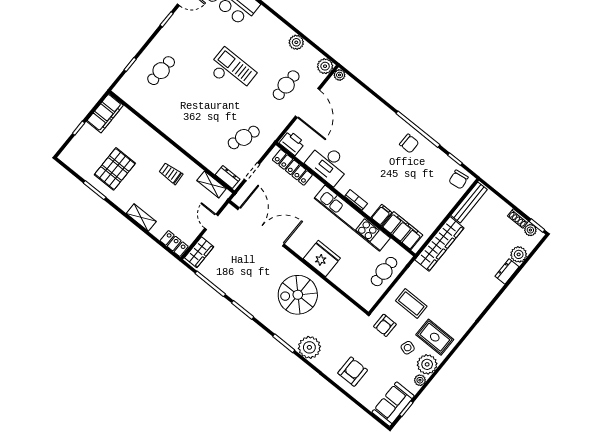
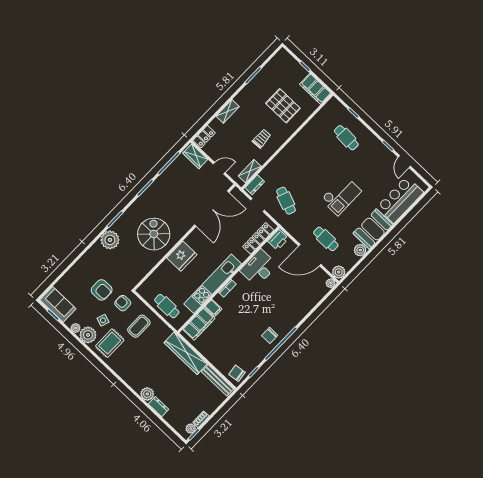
booth: (269, 29) -> (373, 229), added
pallet: (115, 169) -> (283, 106), moved
plant: (519, 254) -> (147, 394), moved
armchair: (353, 372) -> (102, 290), moved

